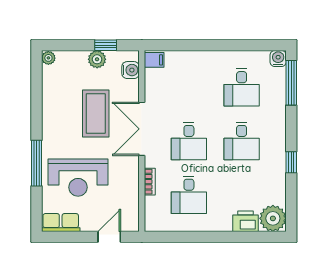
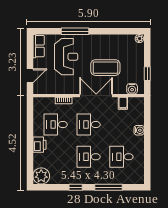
plant: (97, 59) -> (139, 68), removed
water cooler: (278, 59) -> (139, 130), moved
filing cabinet: (154, 60) -> (123, 103), moved
window: (291, 83) -> (108, 187), moved
reception desk: (78, 178) -> (66, 57), turned 180
printer: (246, 221) -> (39, 145), moved
door: (109, 237) -> (30, 76), hinge flipped

